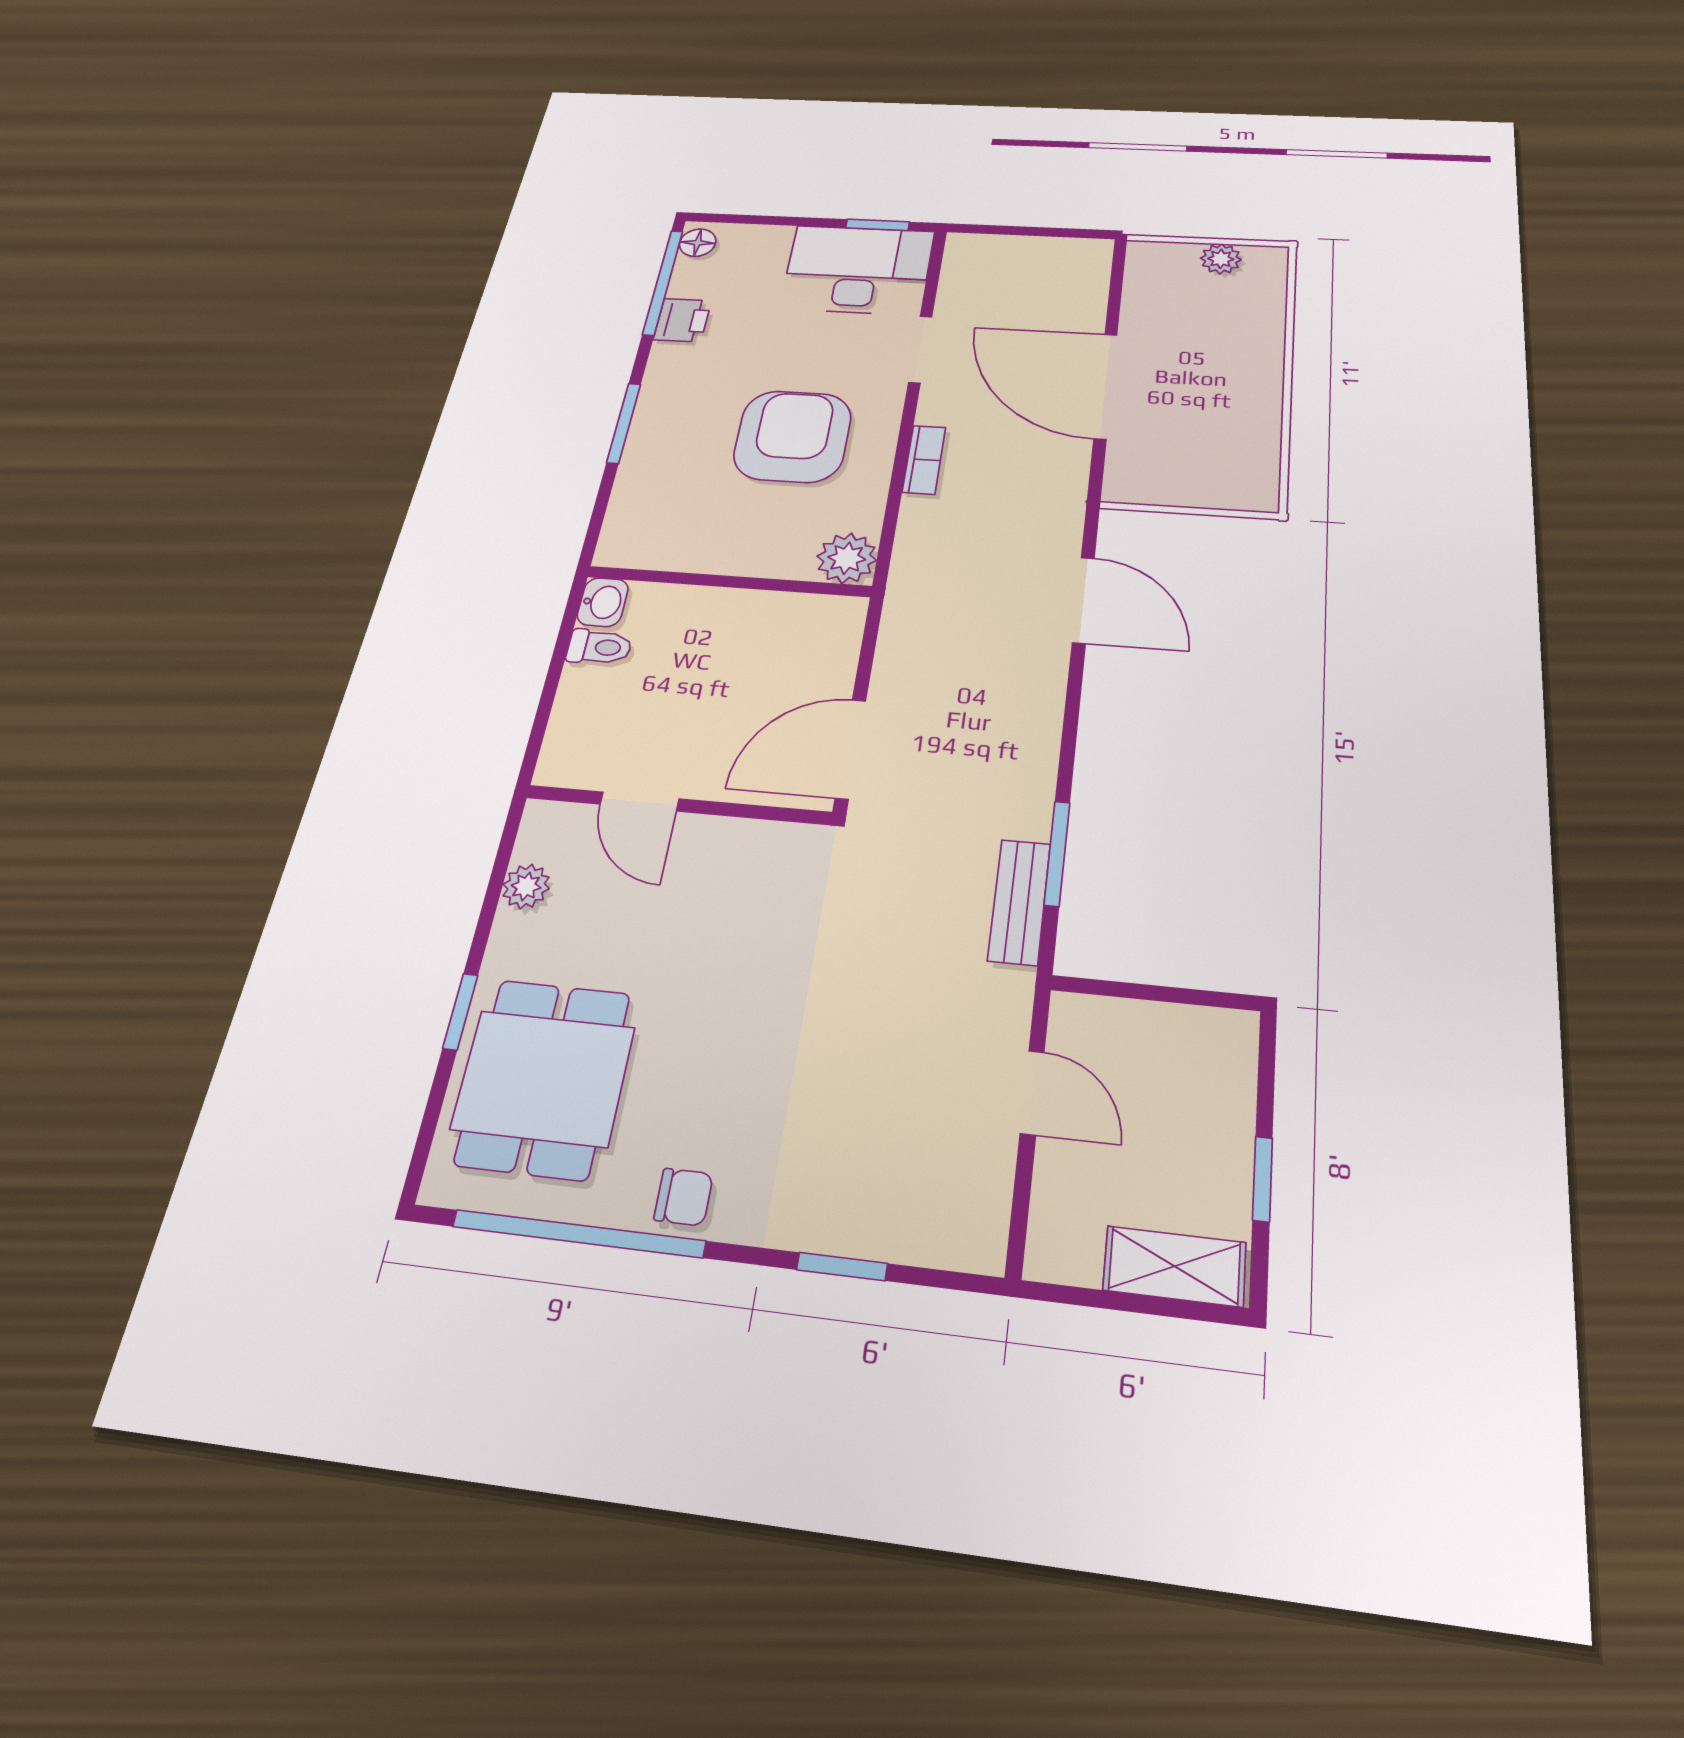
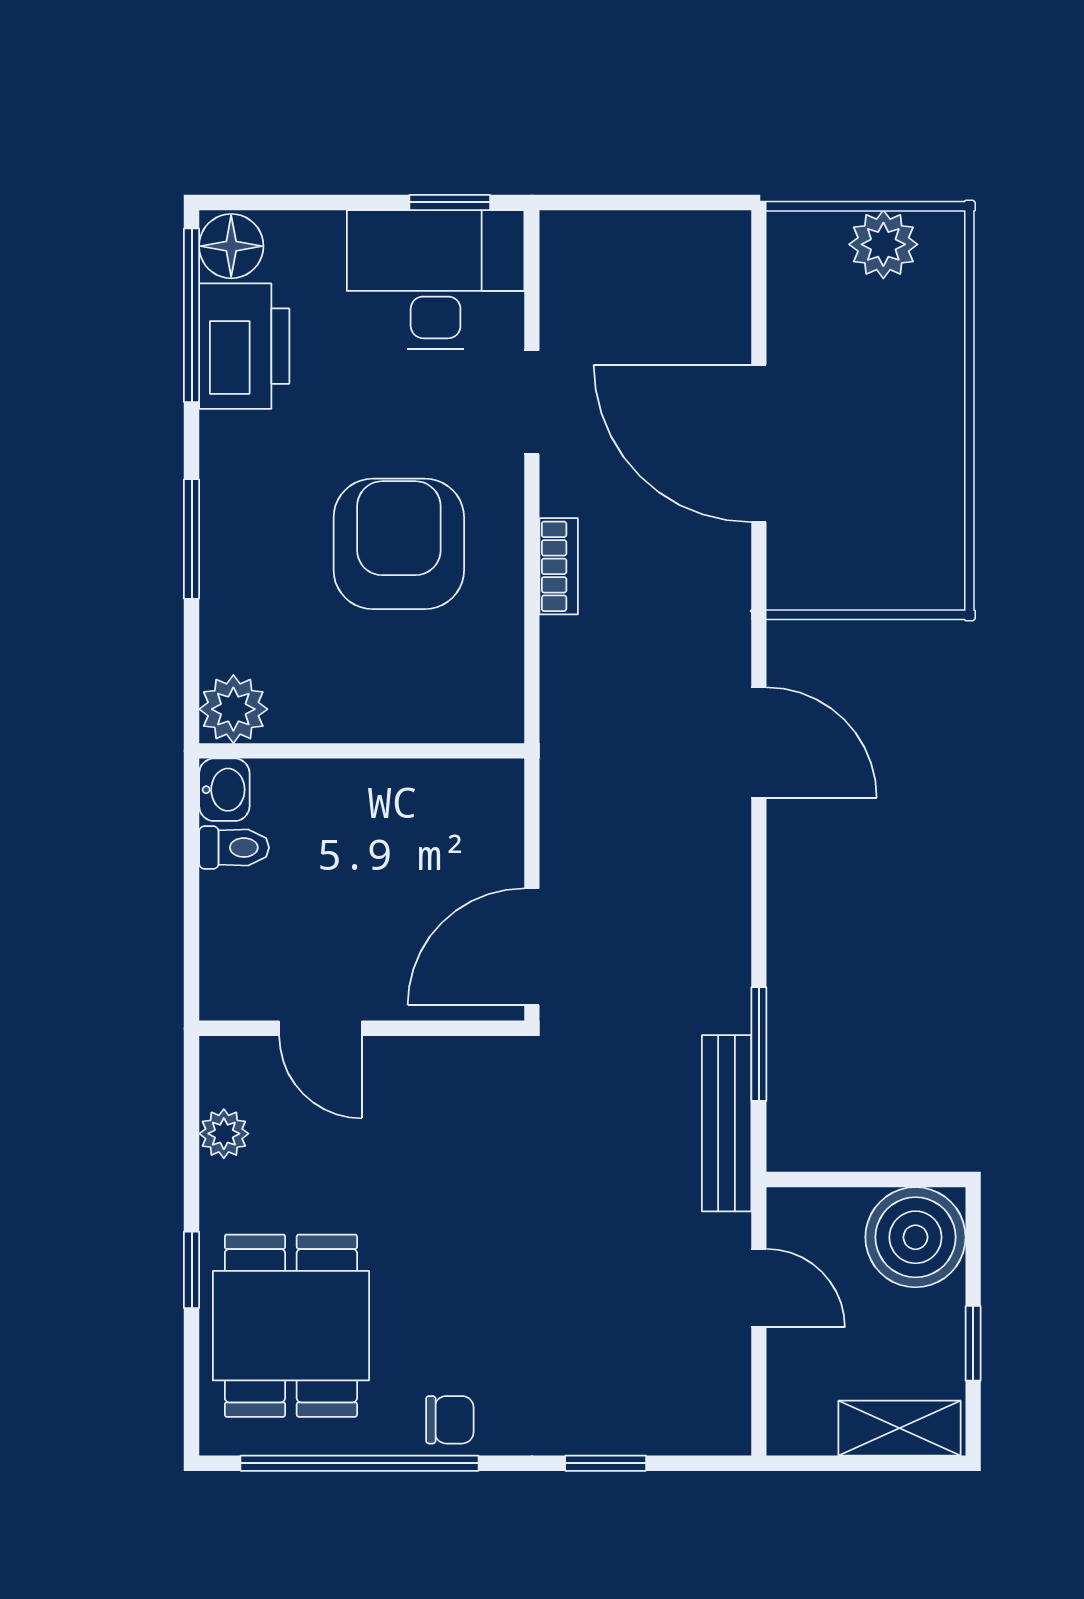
floor lamp: (698, 243) -> (231, 246), width x1.37, depth x1.37
plant: (1221, 259) -> (883, 244), width x1.38, depth x1.38
printer: (682, 320) -> (244, 346), width x1.87, depth x1.48
plant: (847, 558) -> (233, 709), moved
bench: (1019, 902) -> (727, 1123), width x1.36
boiler: (1204, 1057) -> (915, 1237), added

